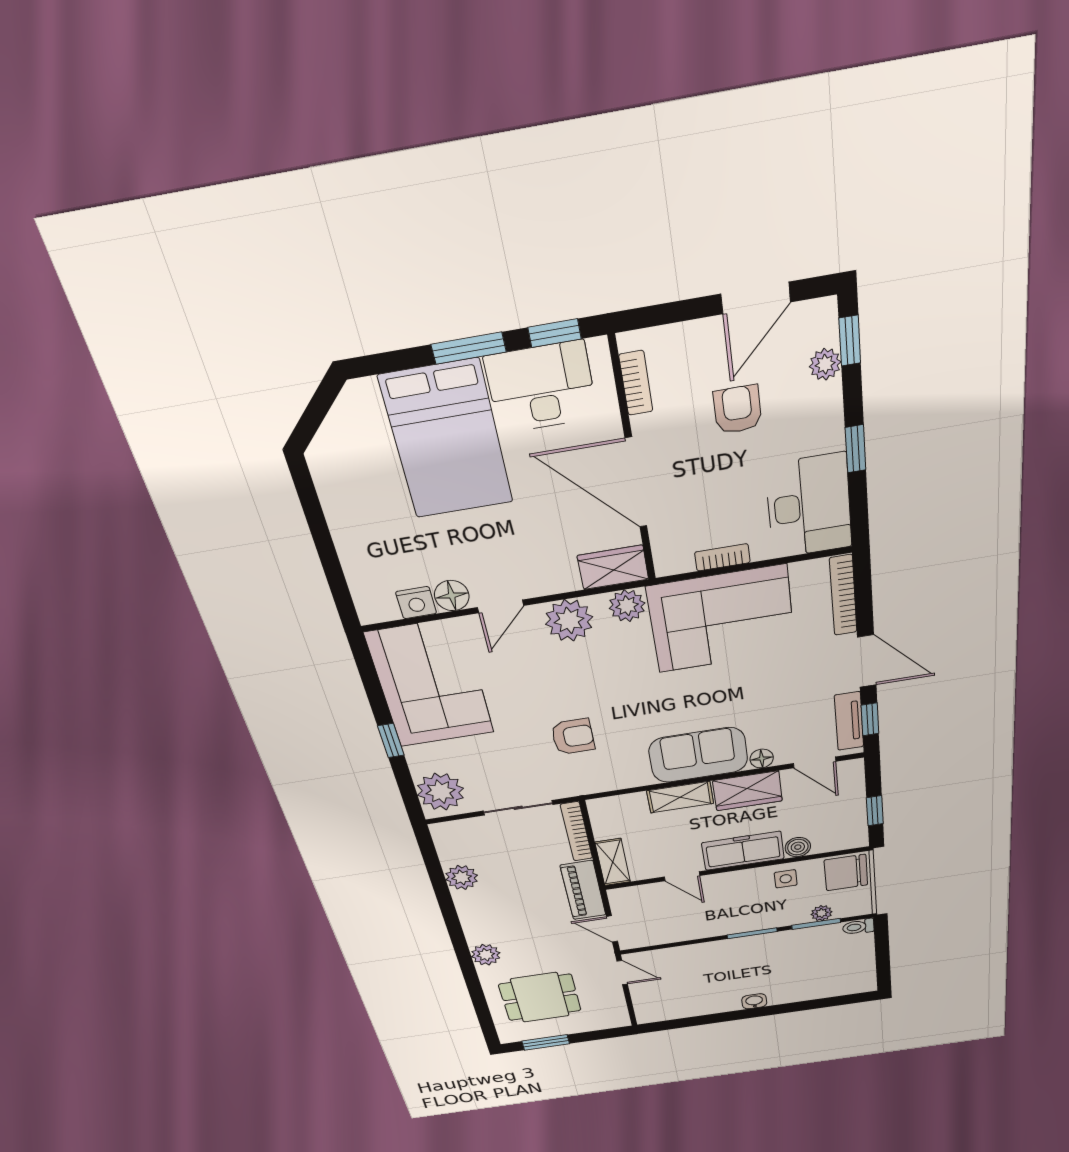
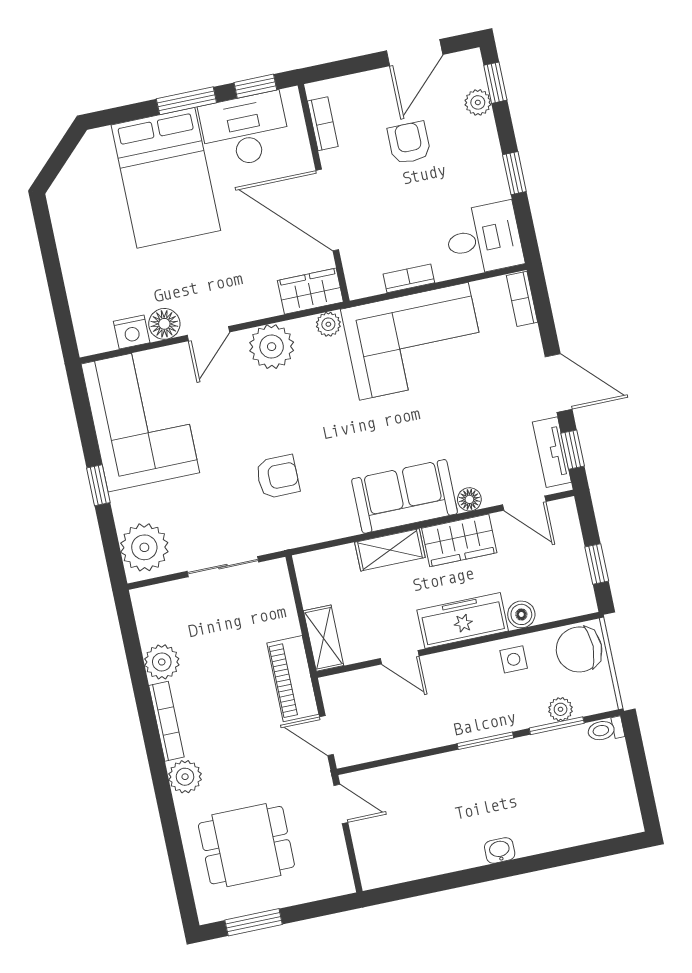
desk: (809, 506) -> (484, 239), width x0.73
bookcase: (843, 595) -> (522, 299), width x0.64
plant: (627, 606) -> (328, 324), width x0.73, depth x0.73
bookcase: (577, 832) -> (166, 721), moved, turned 180

